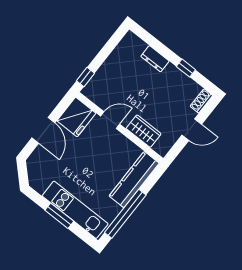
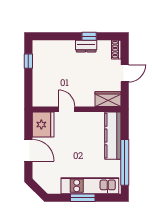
dresser: (155, 59) -> (86, 46), moved
window: (85, 77) -> (28, 61), moved
door: (110, 120) -> (67, 109), hinge flipped
wardrobe: (144, 131) -> (108, 99), moved

